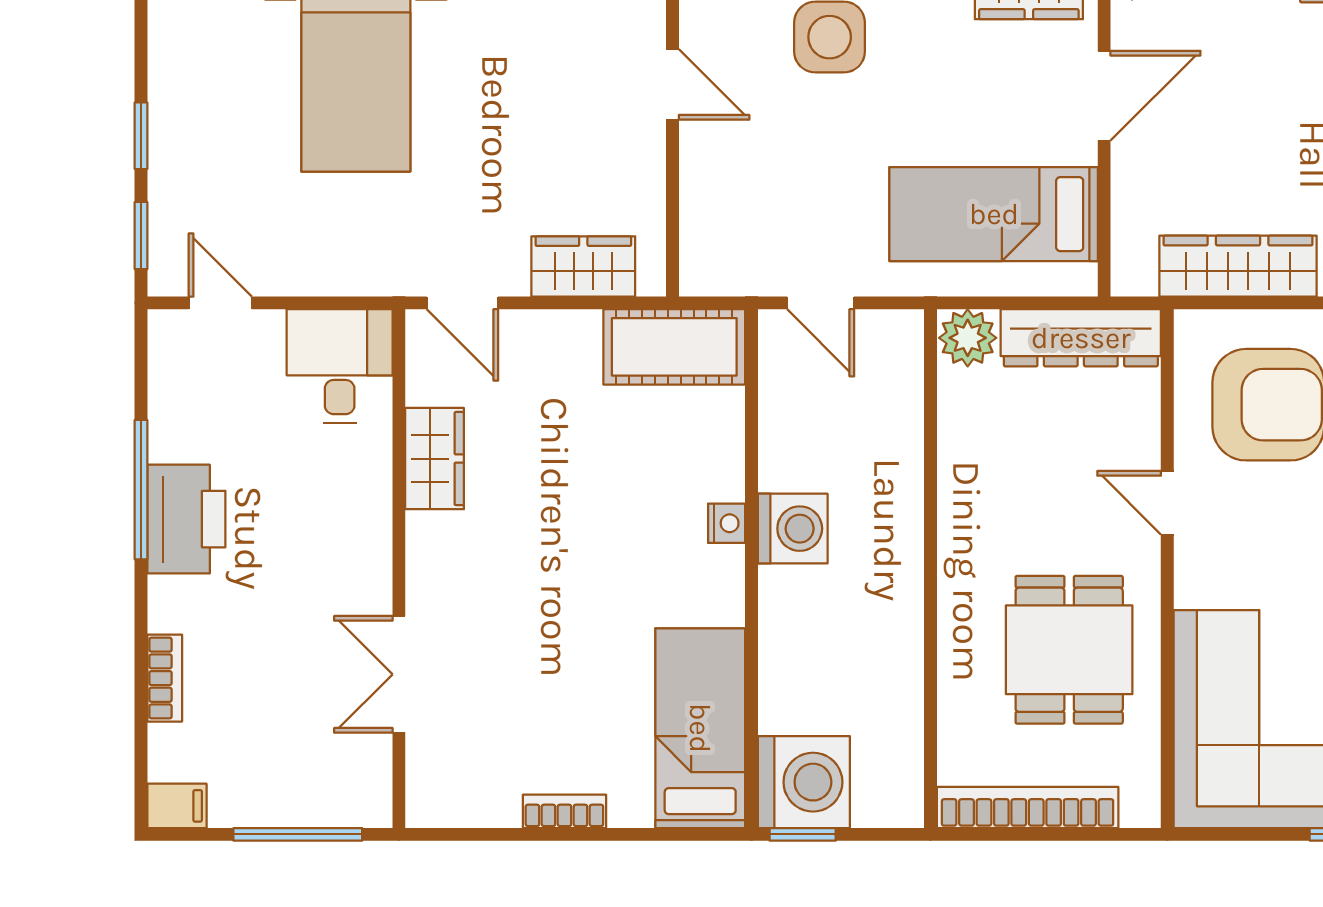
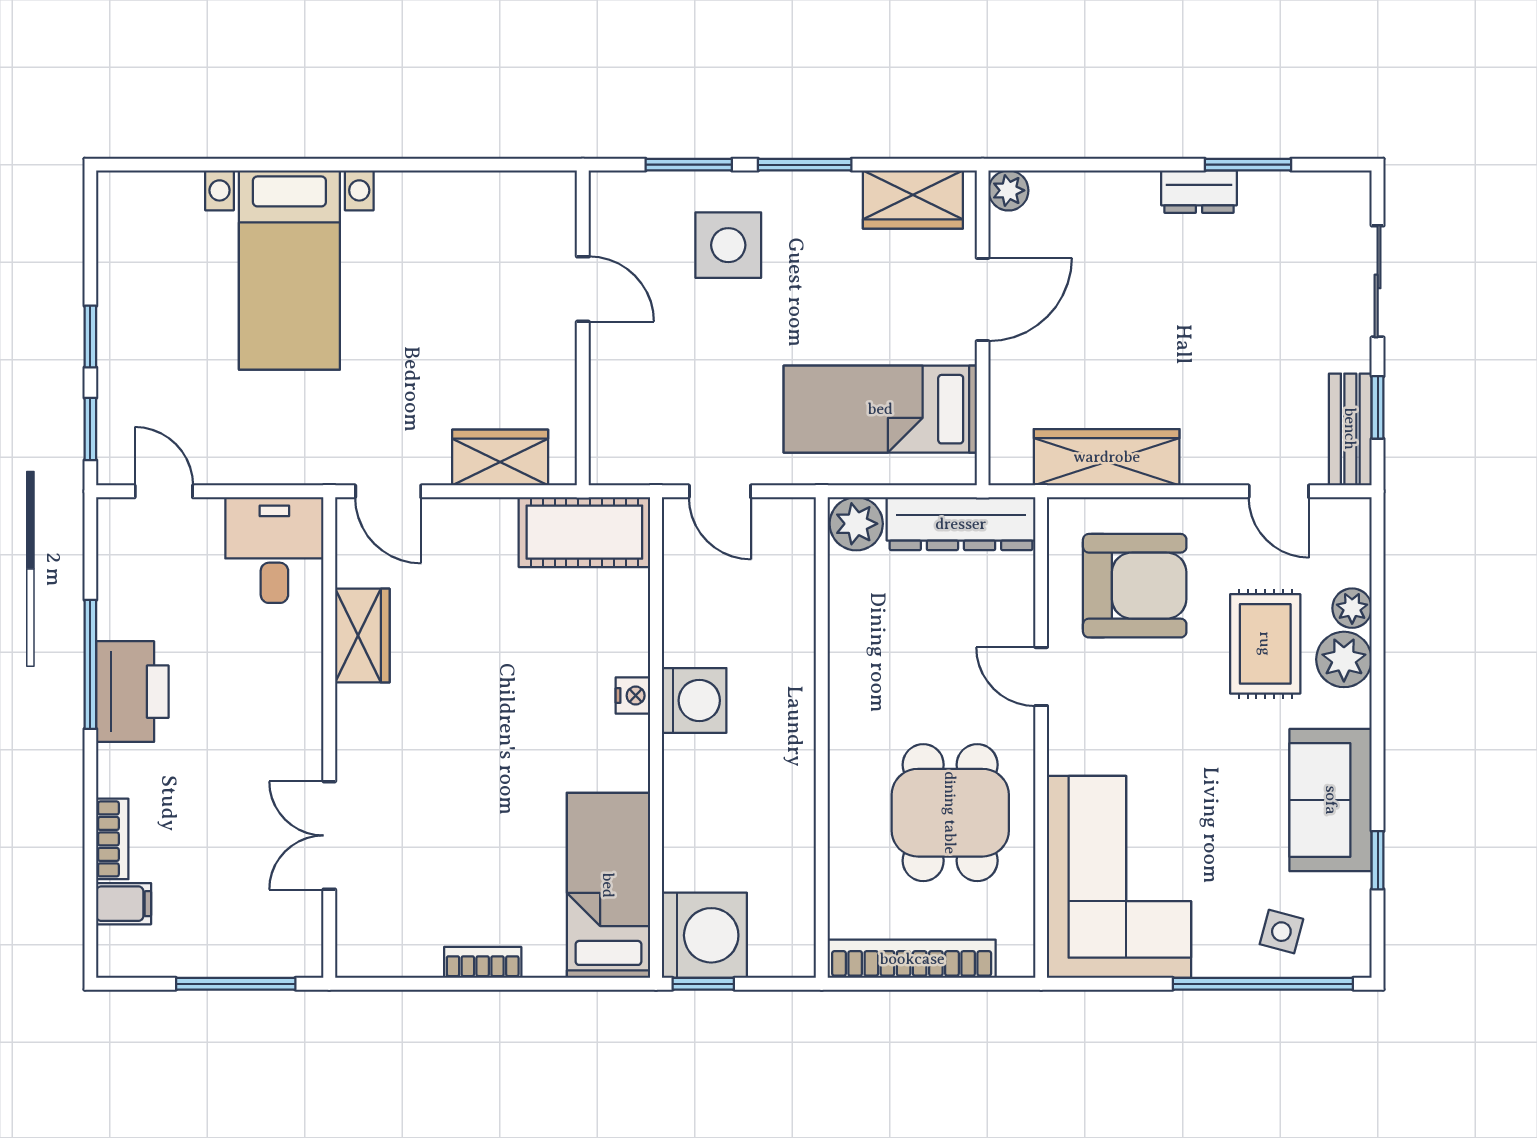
filing cabinet: (177, 806) -> (124, 904), moved

